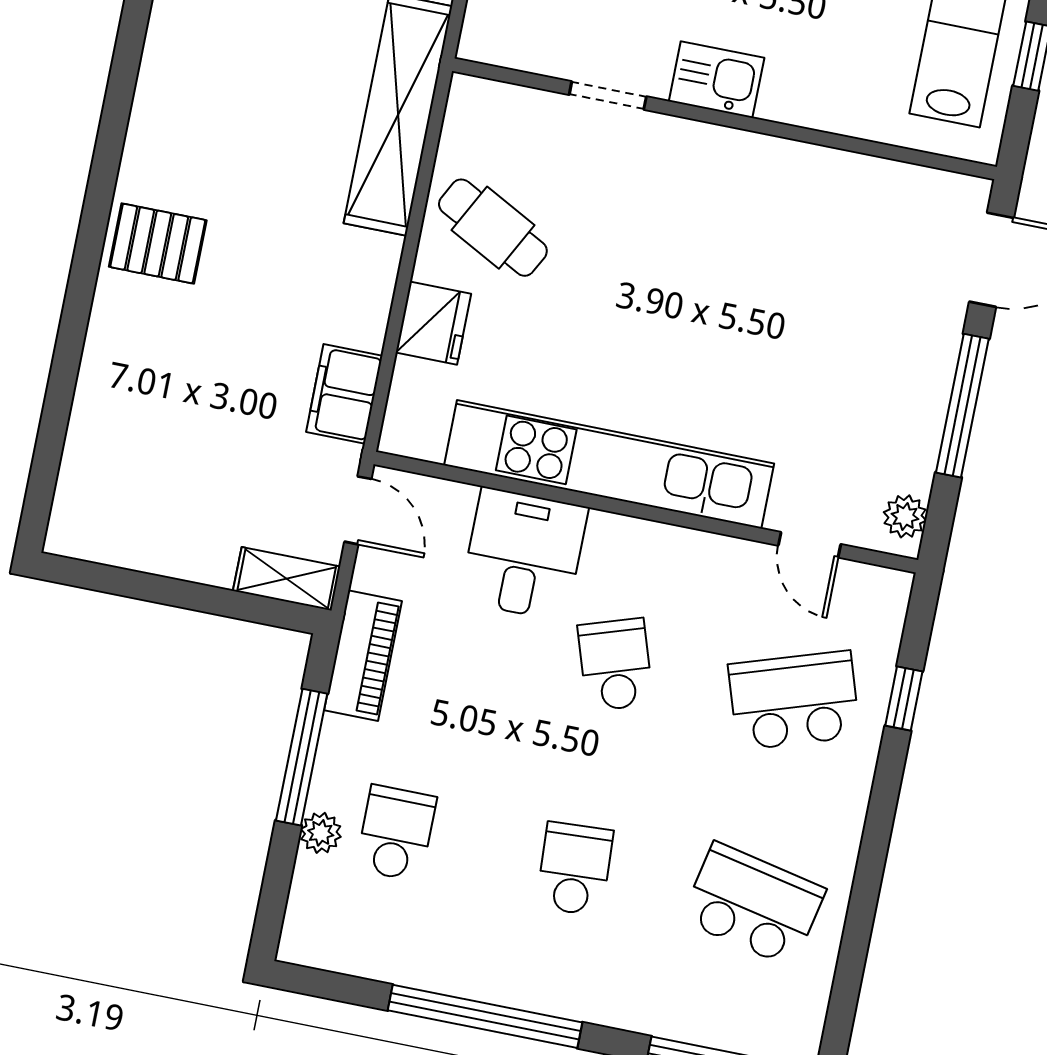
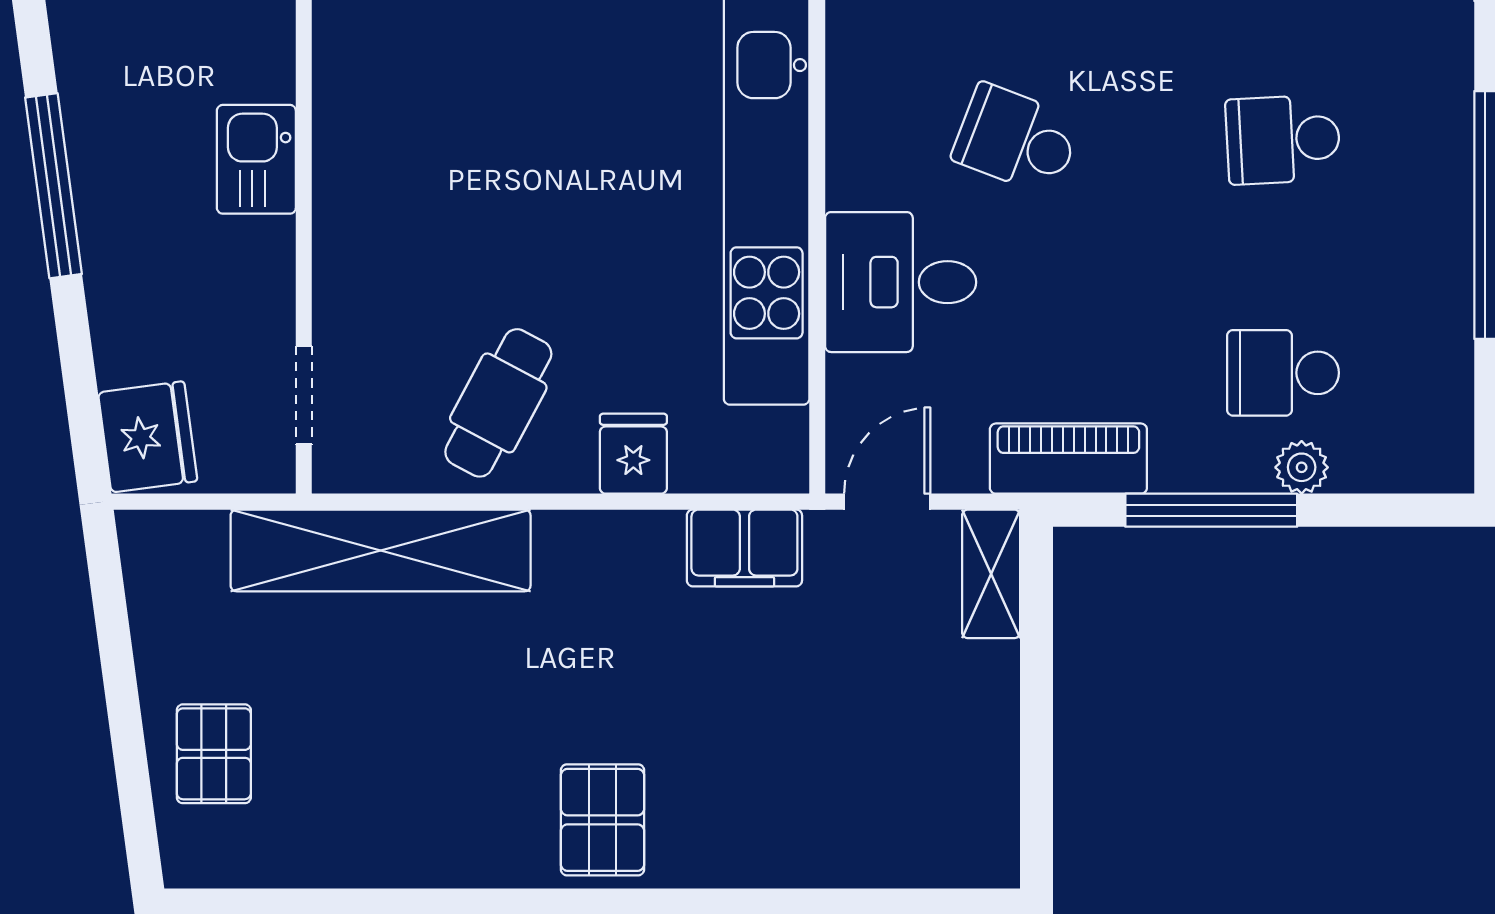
doorway: (608, 96) -> (304, 395), moved
fridge: (433, 323) -> (633, 454), width x0.72
school desk: (615, 665) -> (1016, 139), turned 39

